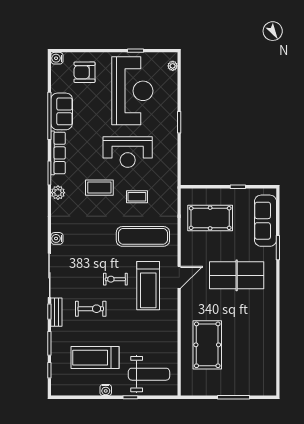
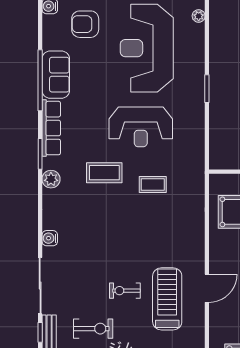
reception desk: (132, 91) -> (147, 48), turned 180
exercise mat: (143, 236) -> (160, 236), removed
treadmill: (148, 286) -> (167, 299), turned 180

